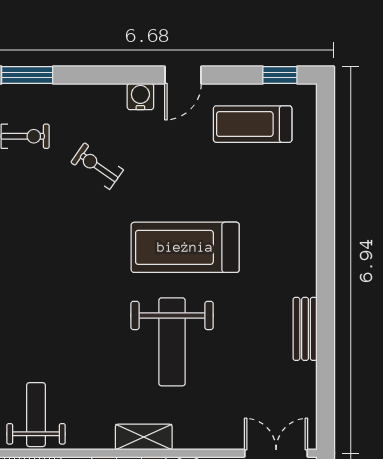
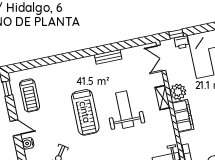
weight bench: (172, 342) -> (125, 110), turned -90
shelving: (144, 437) -> (163, 98), moved

